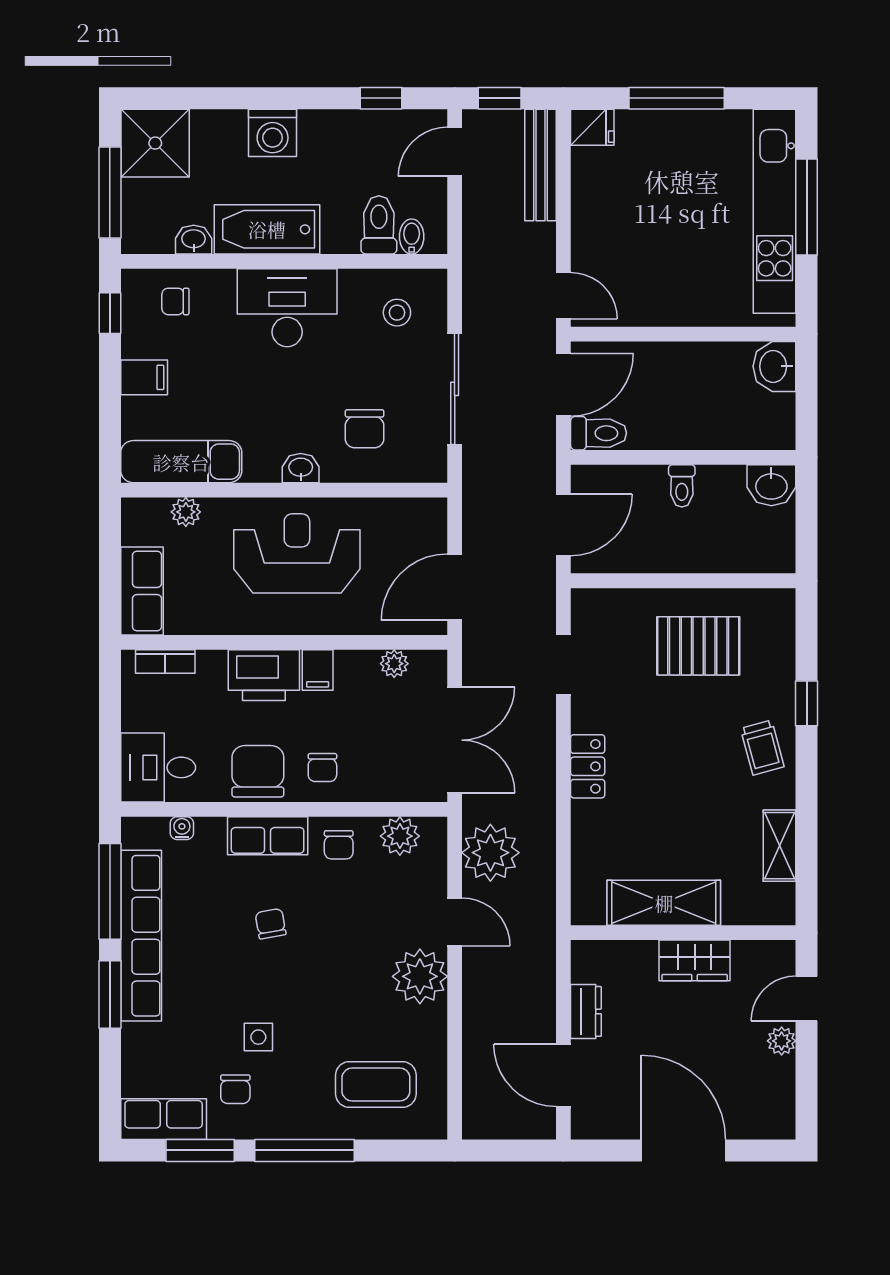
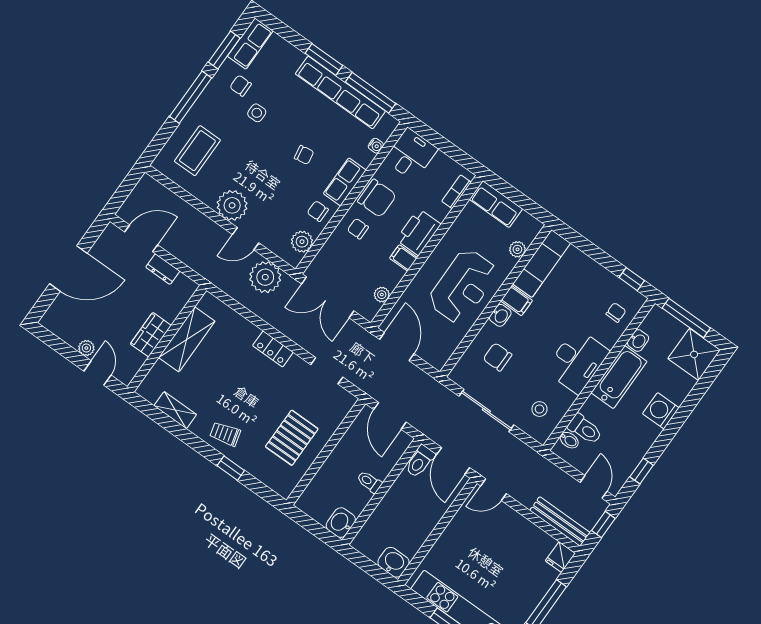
filing cabinet: (144, 377) -> (517, 301), moved, turned -90

